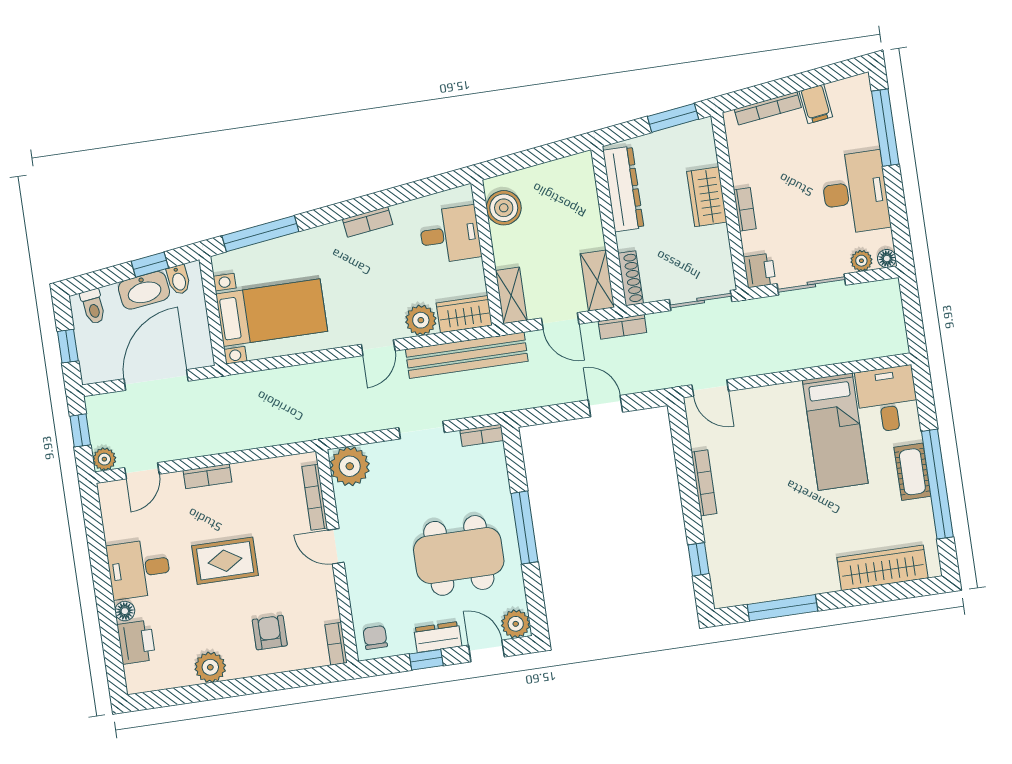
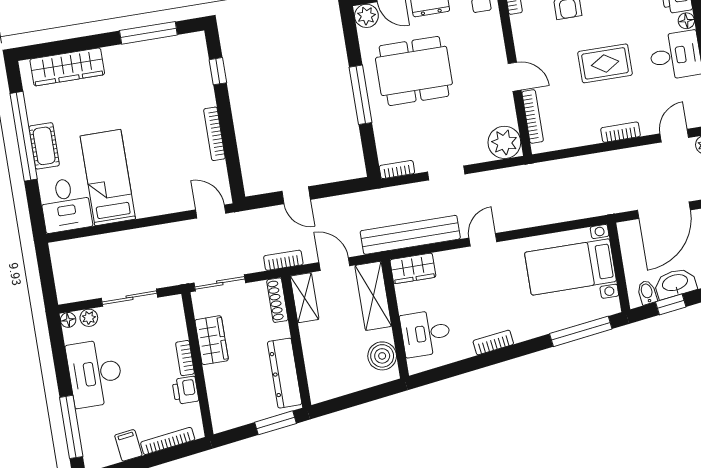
window: (673, 118) -> (276, 423), moved
wardrobe: (707, 197) -> (212, 340), moved
printer: (760, 270) -> (185, 390), moved
shelving: (511, 295) -> (373, 296), width x1.50, depth x1.33
plant: (421, 320) -> (448, 263), removed

